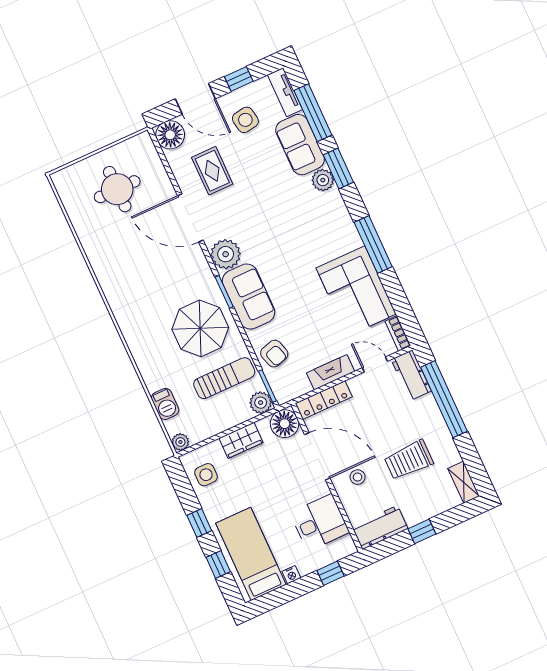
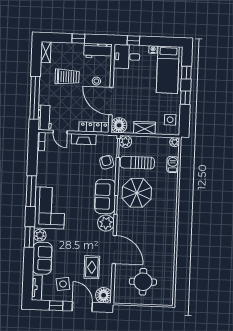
window: (313, 113) -> (28, 271), removed
corner sofa: (356, 291) -> (50, 208), moved
desk: (320, 523) -> (127, 57), moved

